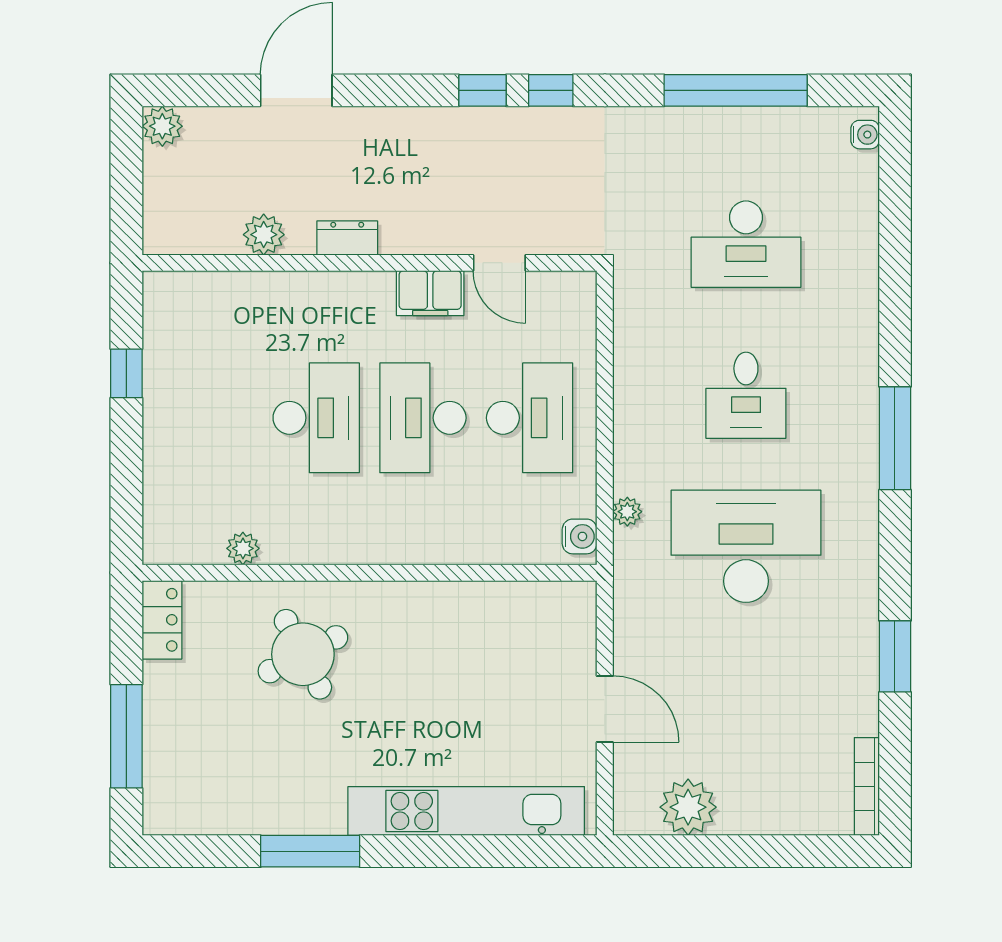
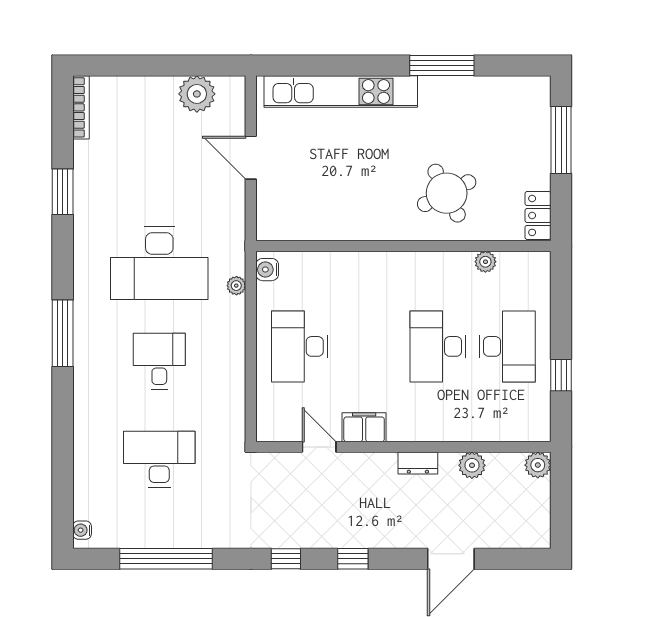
window: (483, 90) -> (353, 559), moved
plant: (162, 126) -> (538, 465), moved
desk: (423, 418) -> (507, 346), moved

